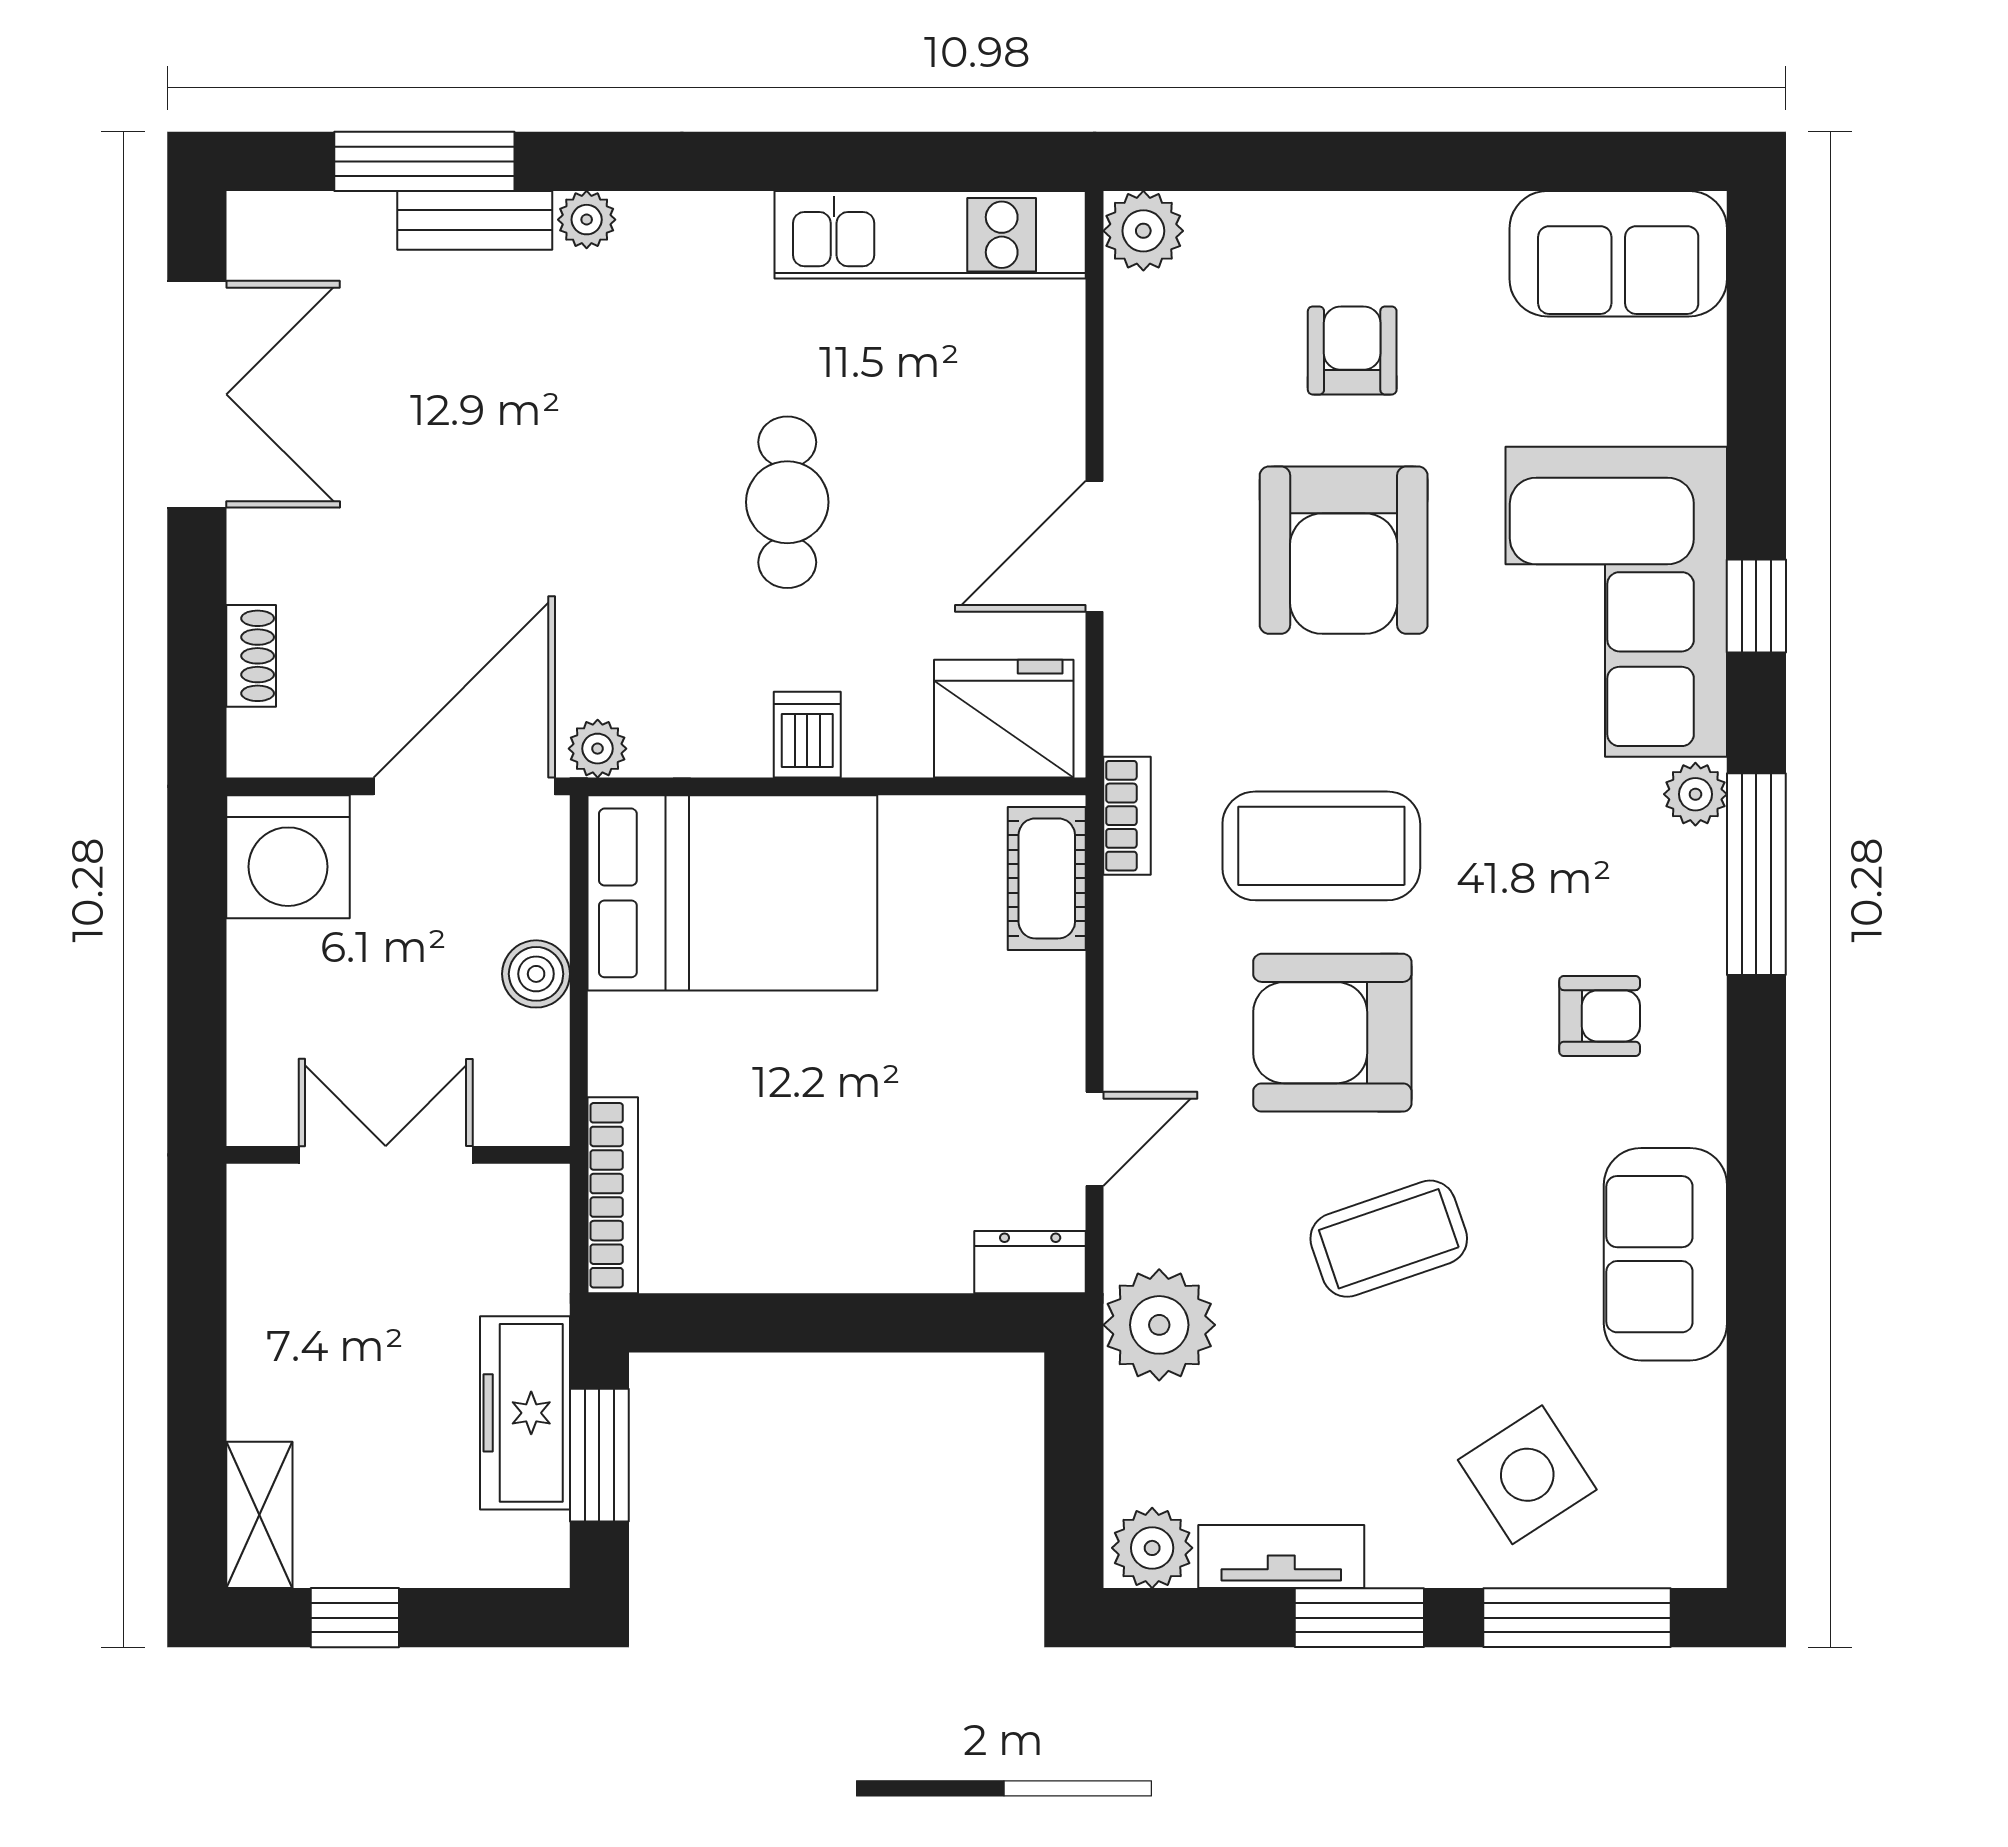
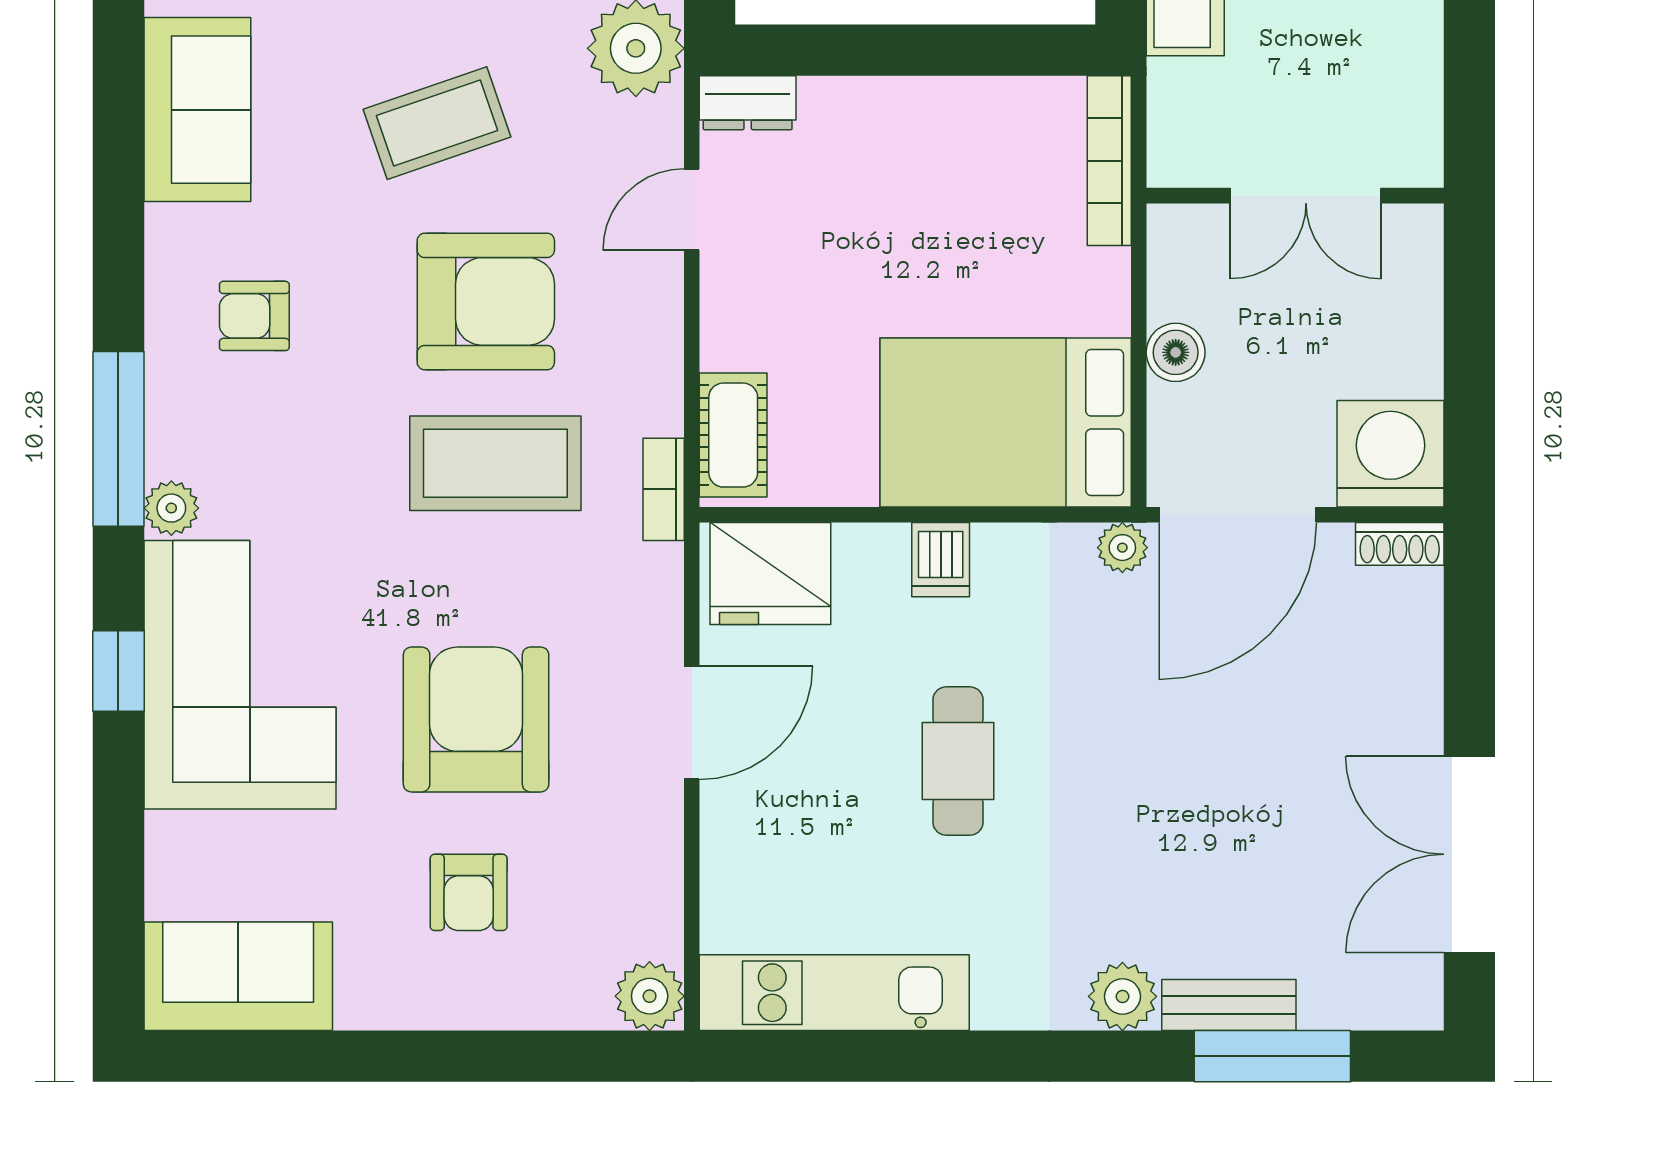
plant: (587, 220) -> (1122, 996), width x1.38, depth x1.38
shoe rack: (251, 656) -> (1400, 544), moved, turned -90

